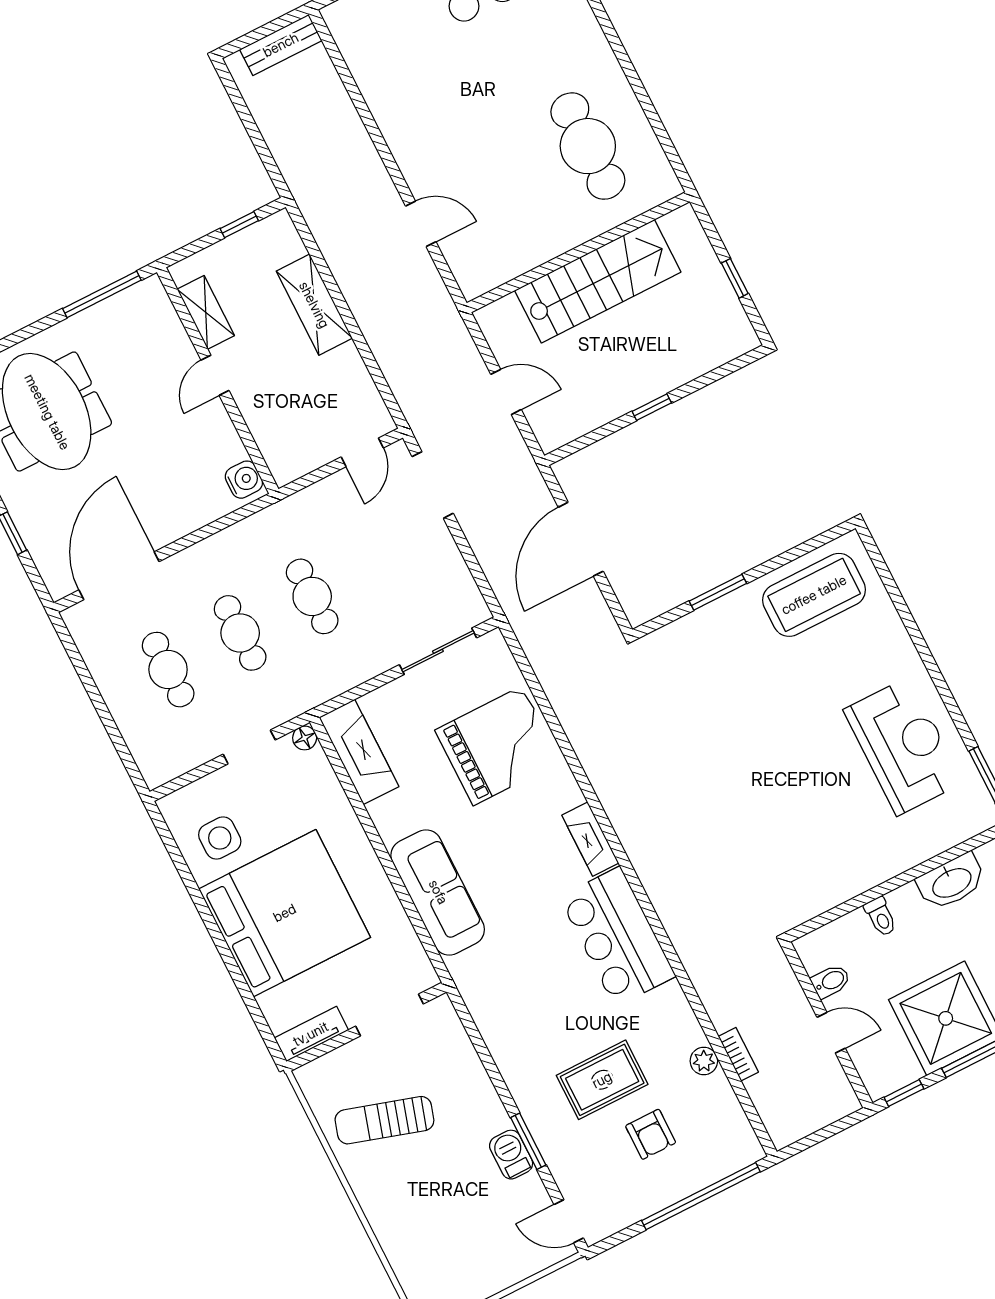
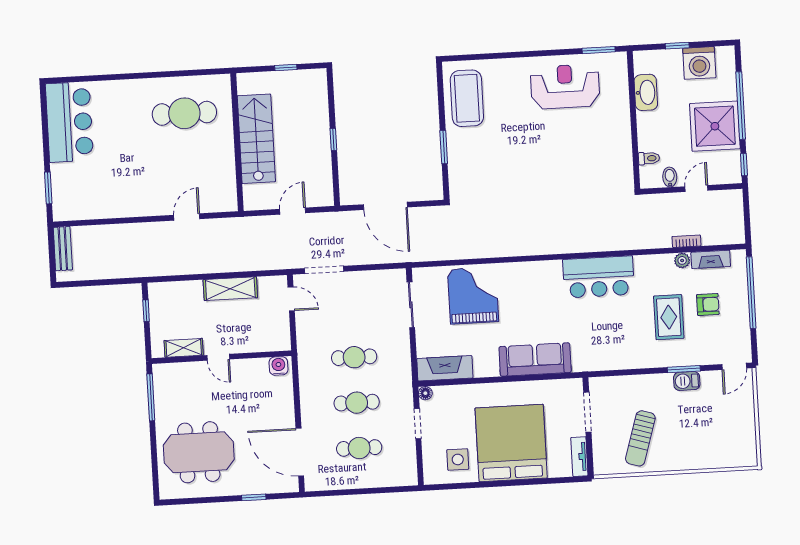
shelving: (314, 305) -> (230, 289), moved
fireplace: (590, 839) -> (711, 259), moved
toilet: (881, 917) -> (649, 158), moved

